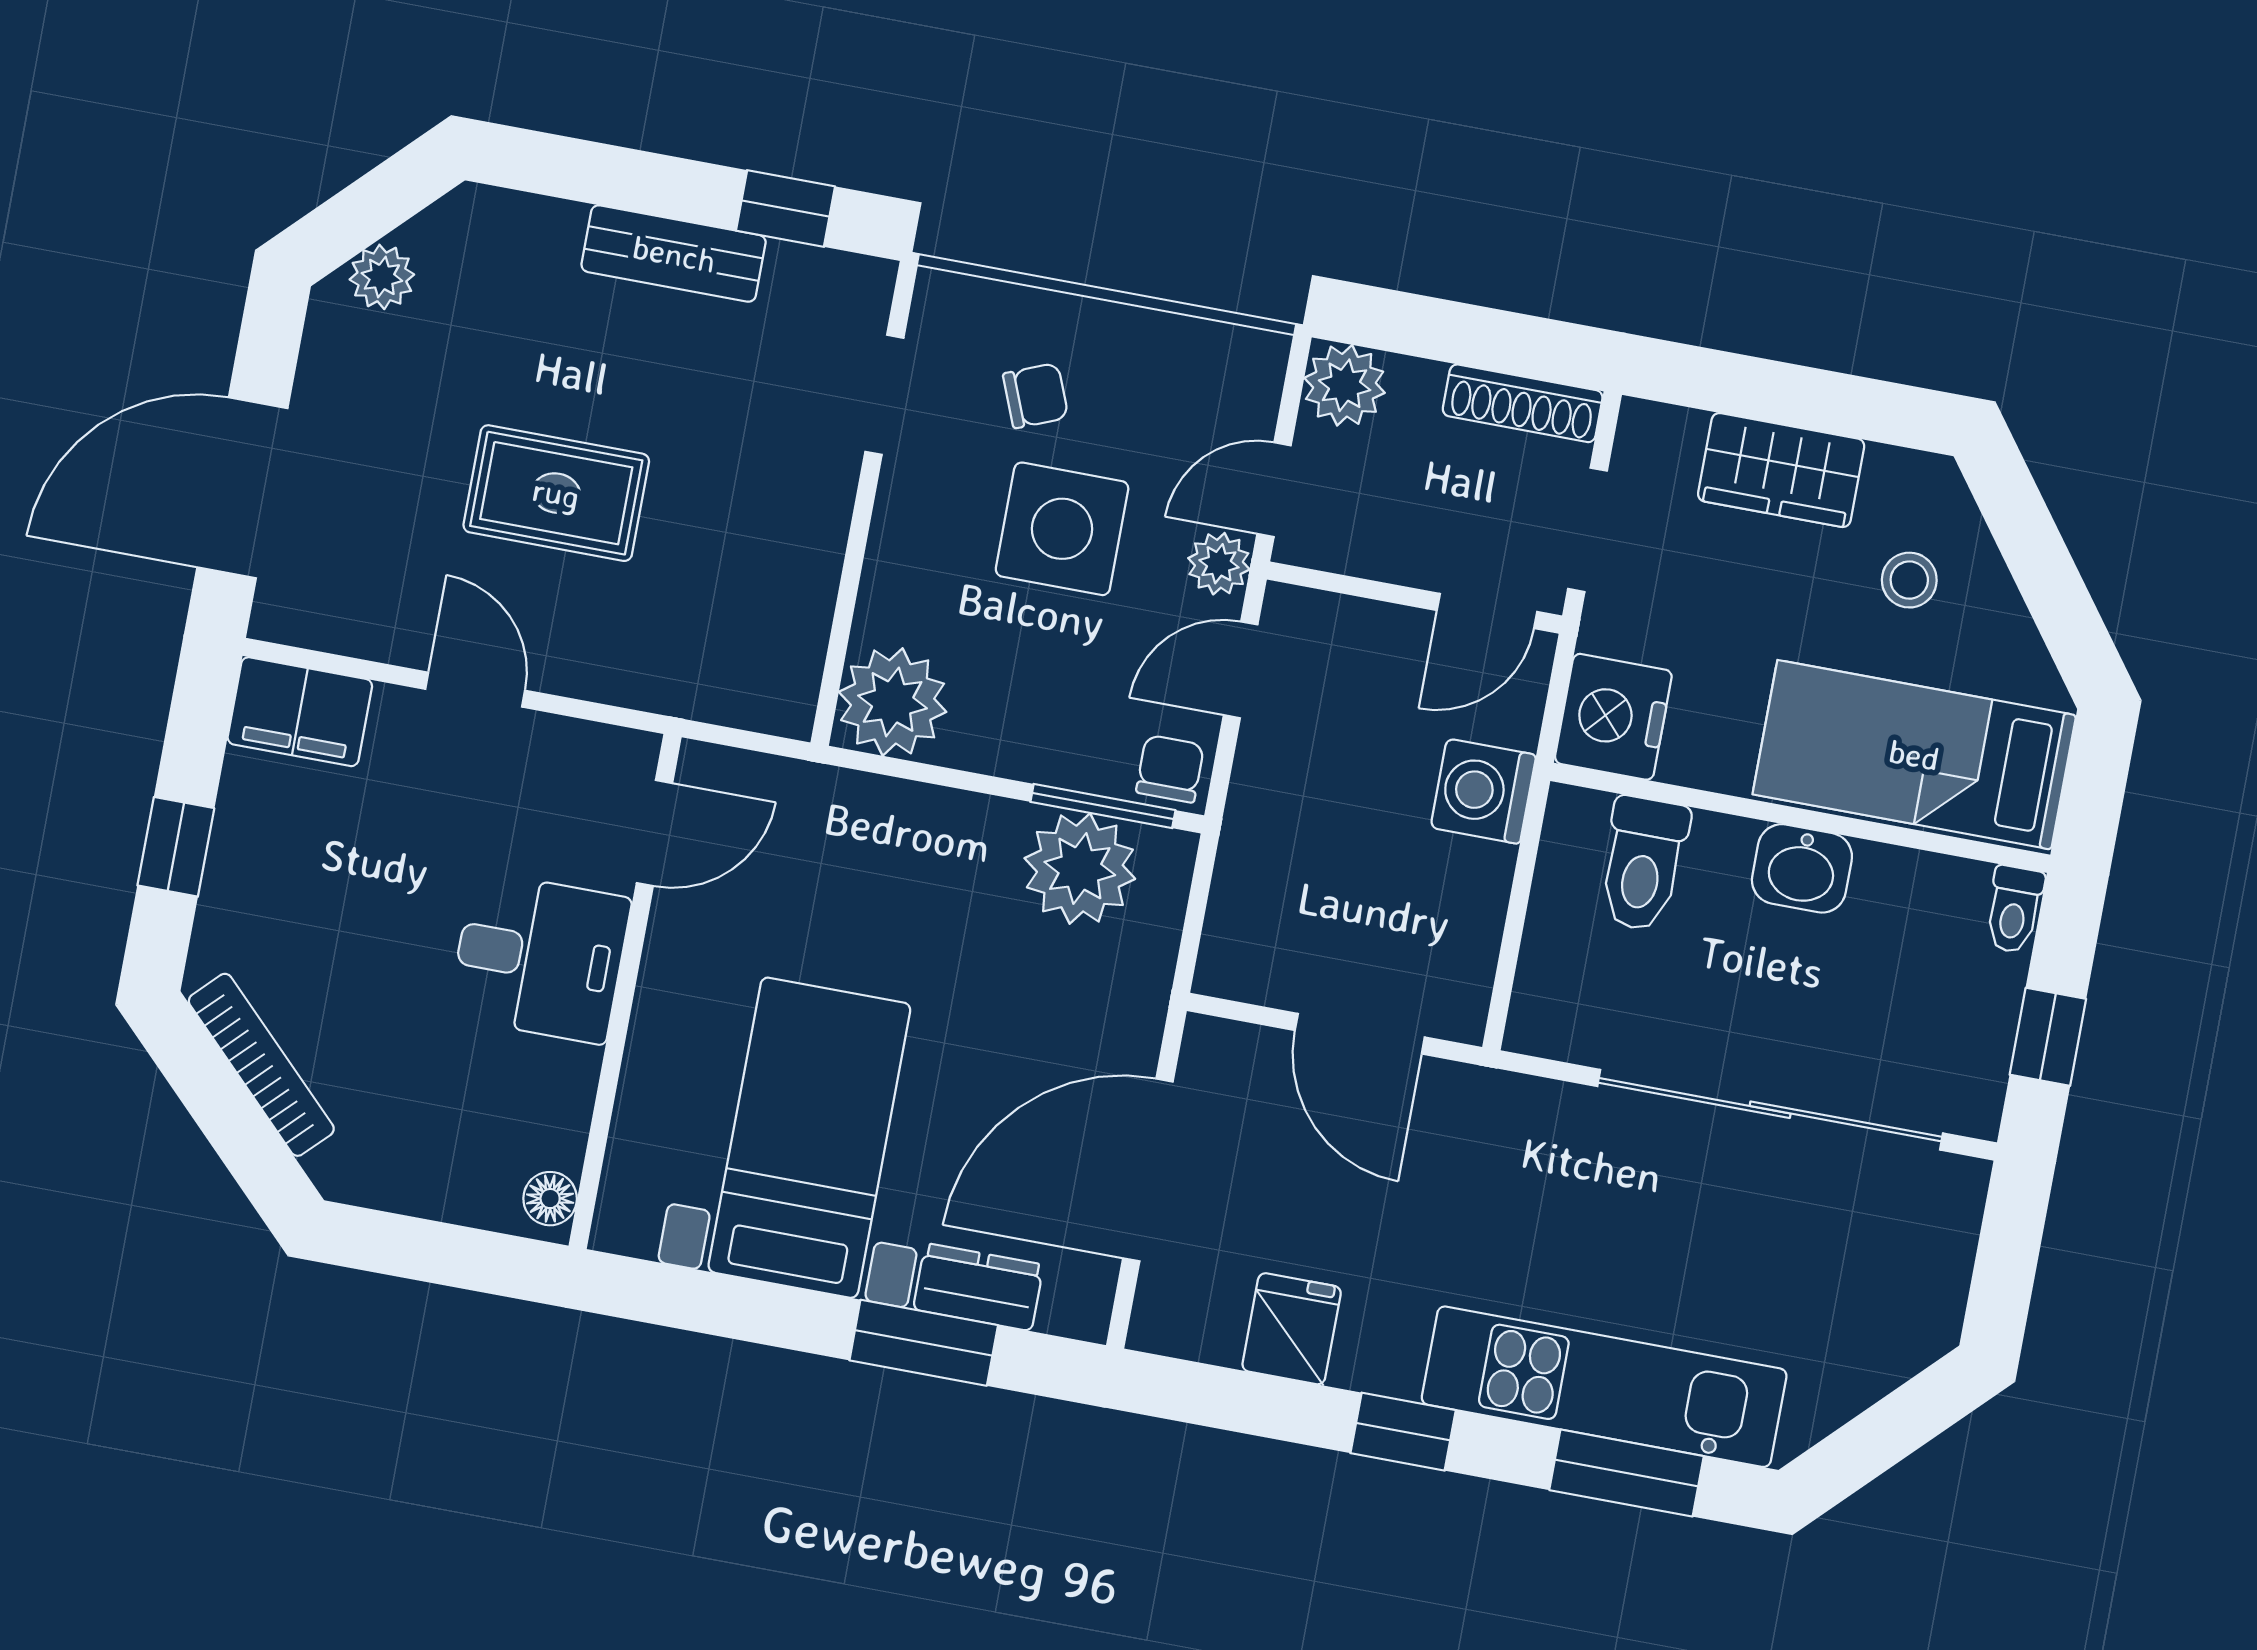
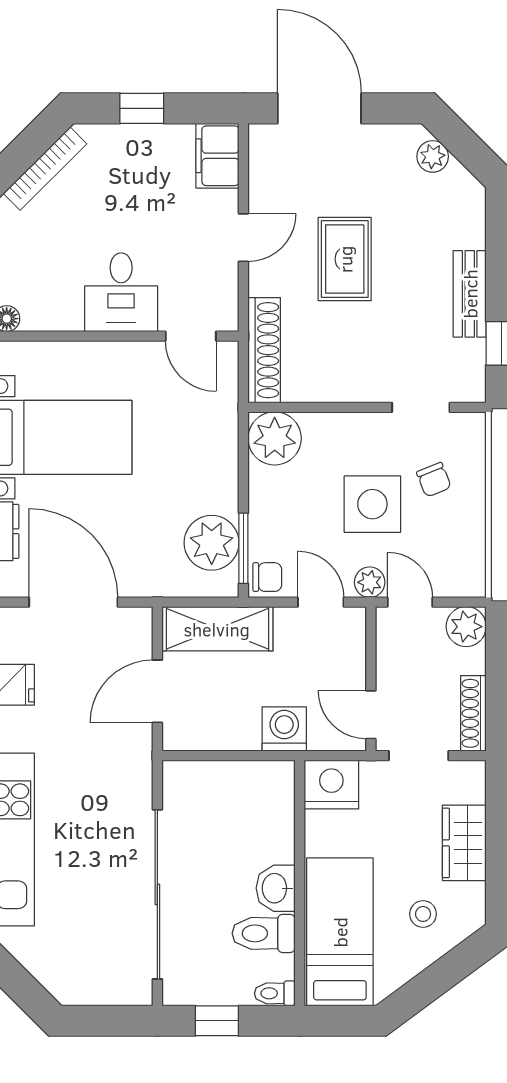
shoe rack: (710, 690) -> (264, 350), added
toilet: (1643, 864) -> (264, 933), moved
shelving: (1256, 889) -> (217, 629), added

